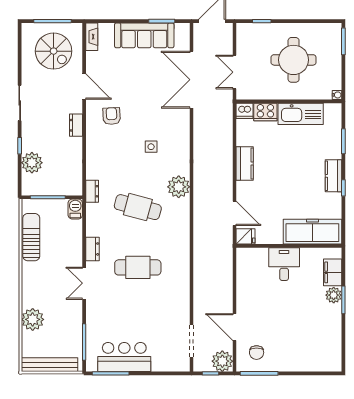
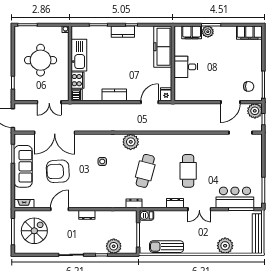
armchair: (112, 116) -> (58, 171), moved, width x1.88, depth x1.88
filing cabinet: (332, 354) -> (249, 33), added
bar counter: (124, 357) -> (235, 197), moved, turned 90

